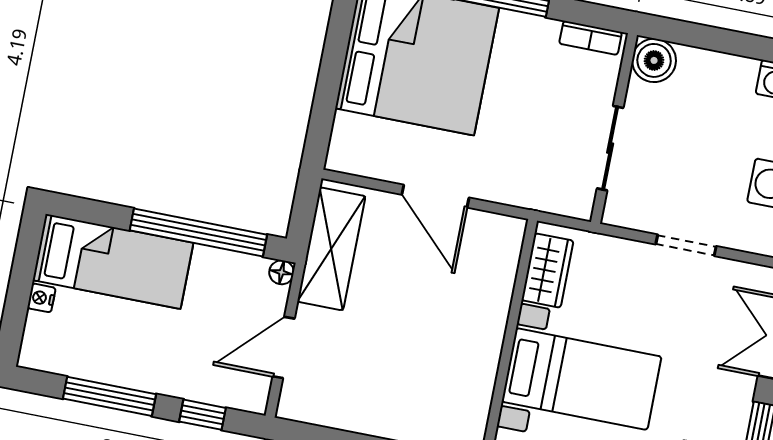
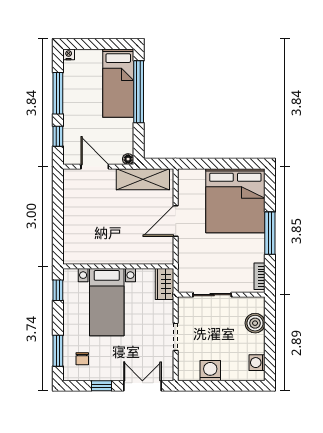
boiler: (654, 60) -> (255, 323), moved
window: (198, 232) -> (139, 92), moved
wardrobe: (547, 270) -> (164, 284), moved, turned 90
nightstand: (41, 298) -> (69, 54), moved

